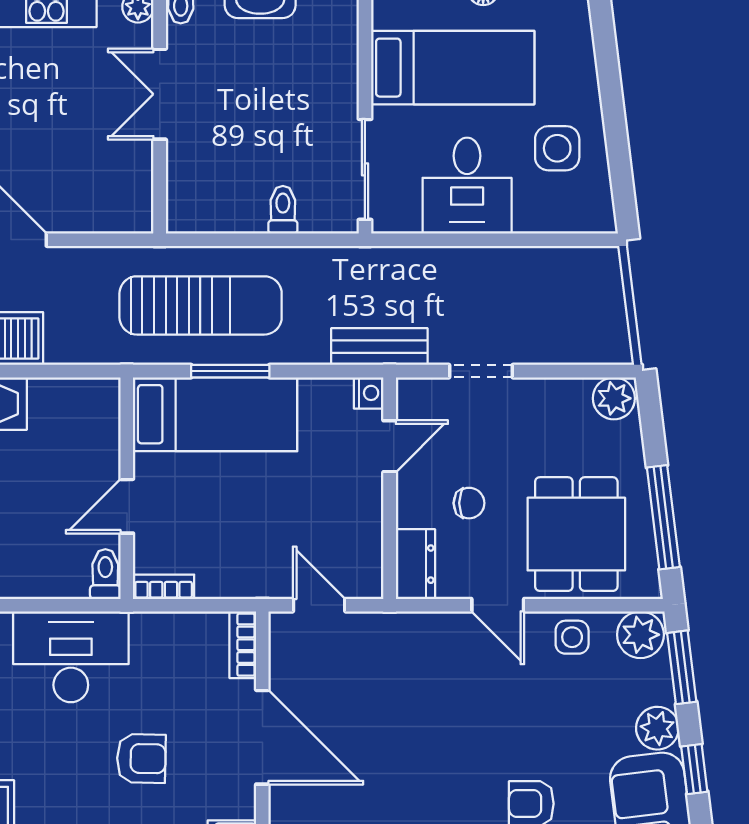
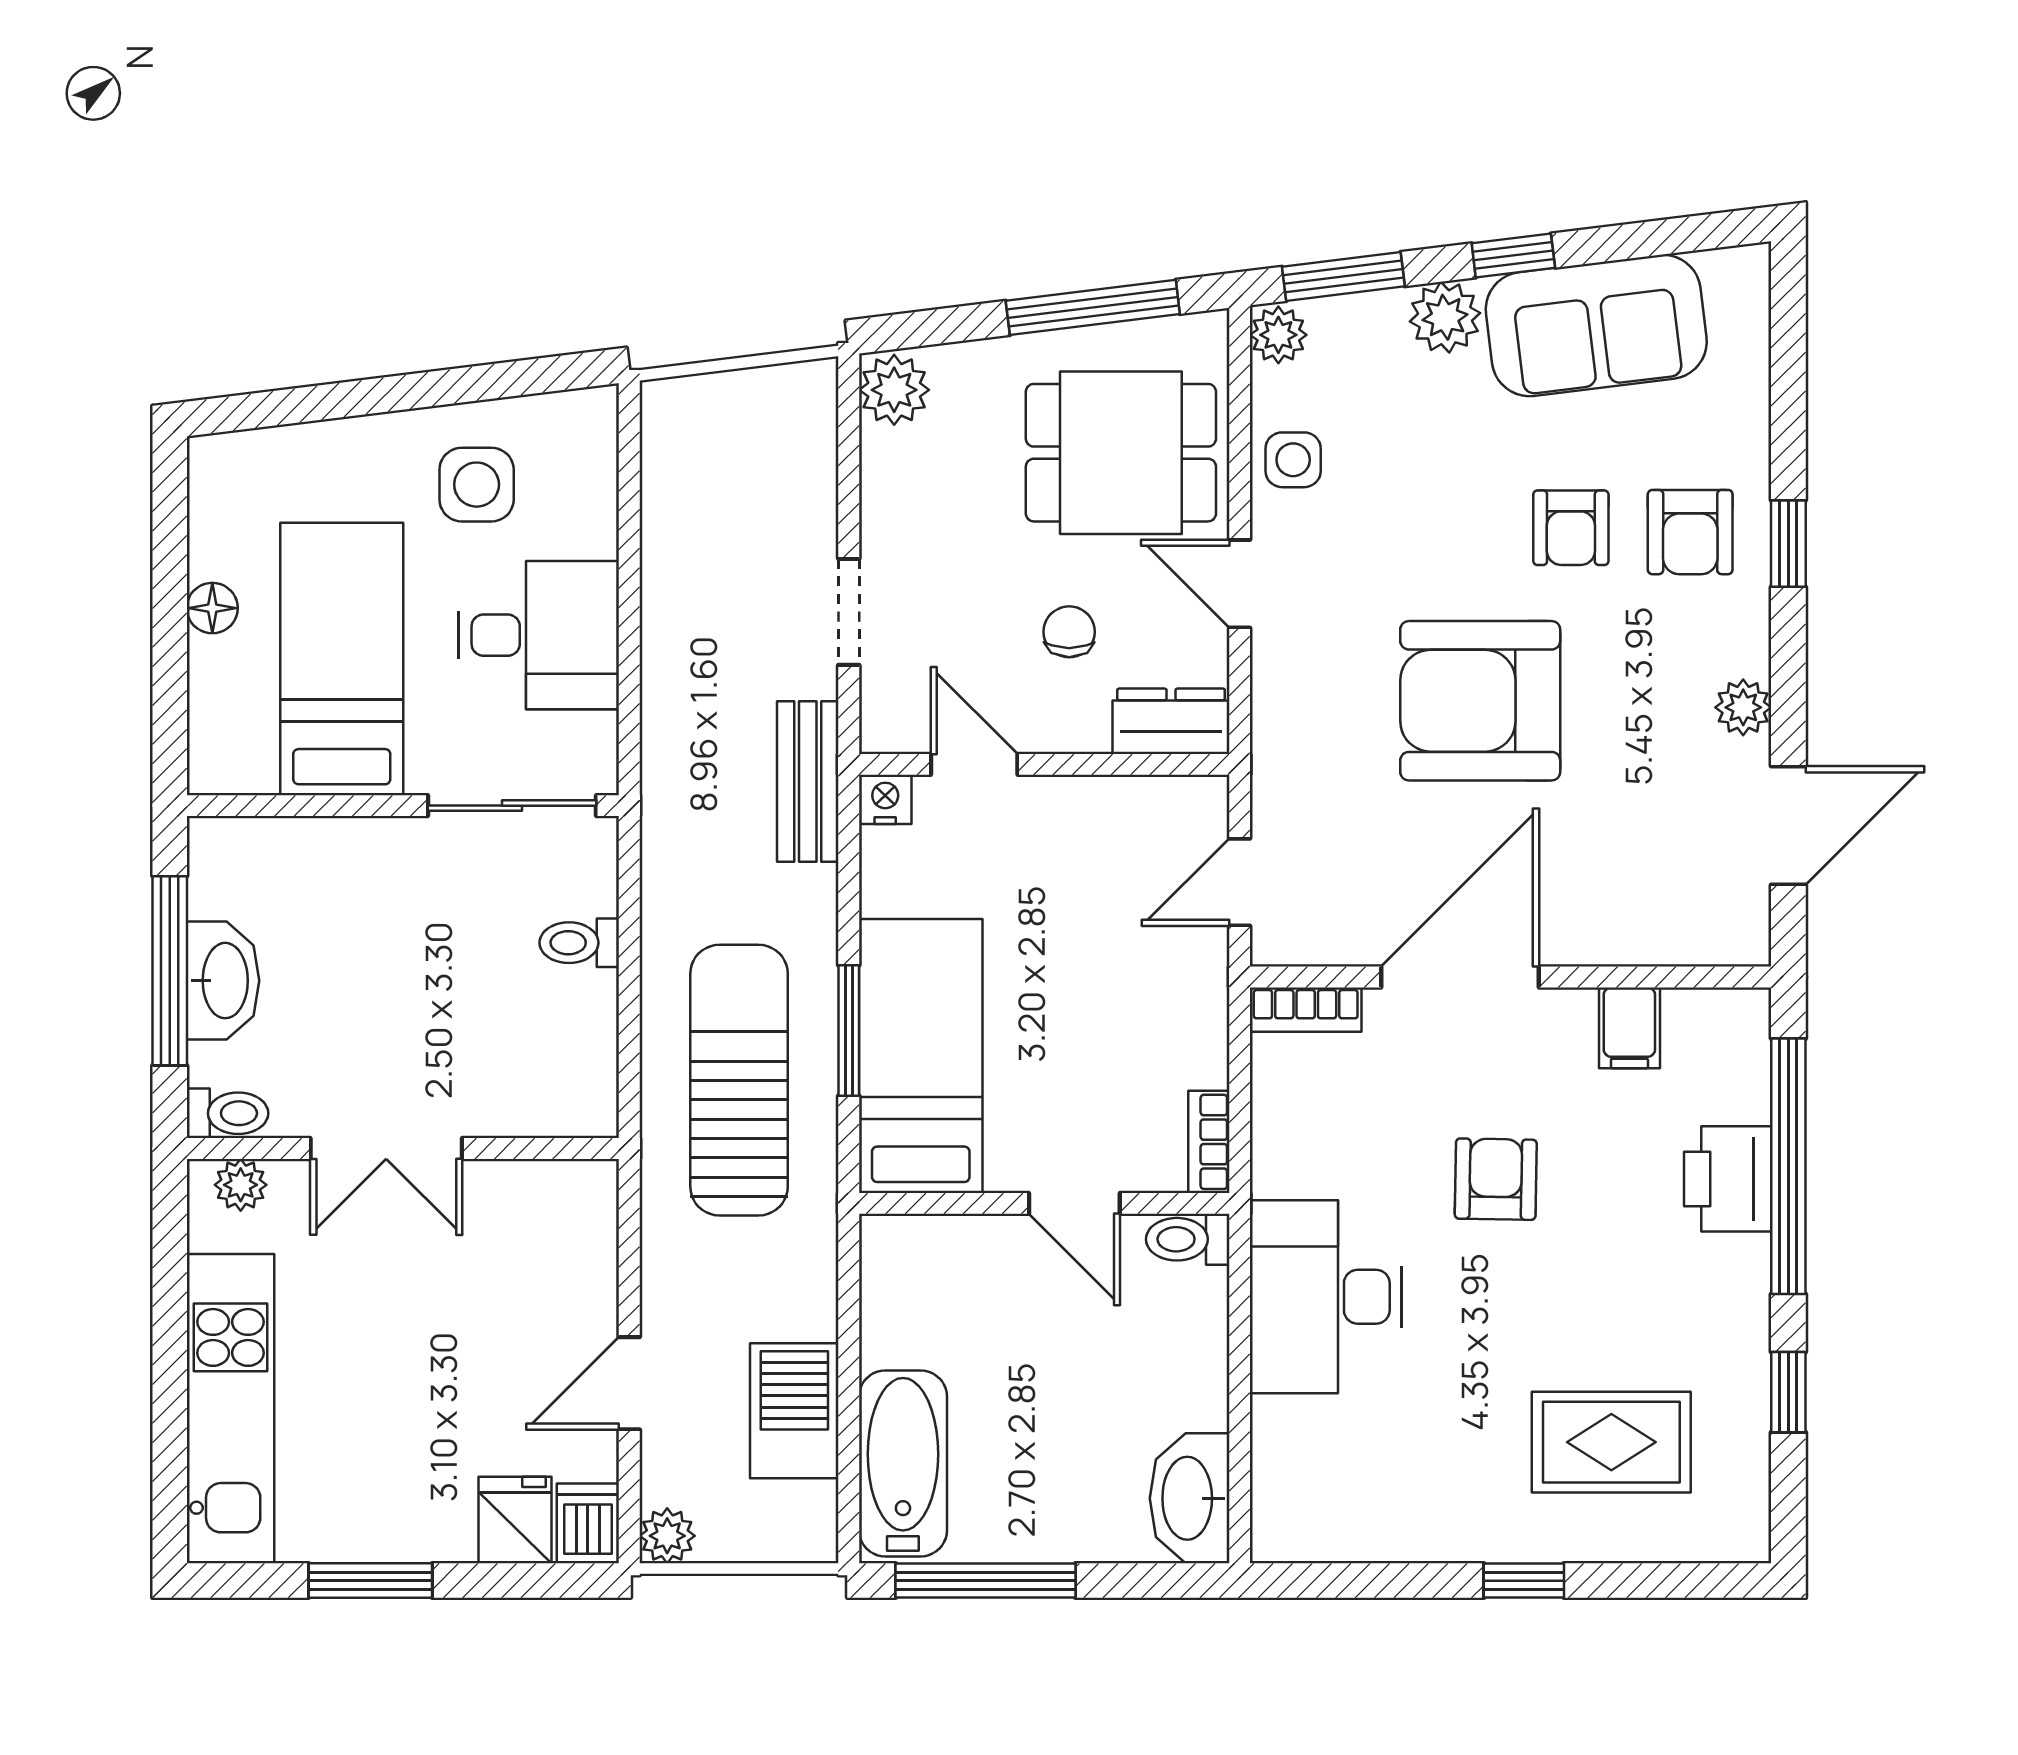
door: (498, 605) -> (1240, 584), swing flipped
plant: (640, 635) -> (1278, 335), width x0.73, depth x0.73
armchair: (428, 749) -> (1480, 701), added

